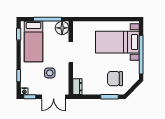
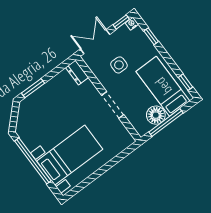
floor lamp: (62, 28) -> (156, 115), moved
chair: (115, 79) -> (42, 113), removed

